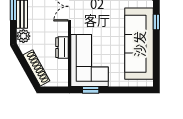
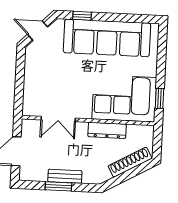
plant: (23, 36) -> (91, 176), removed
dresser: (62, 48) -> (107, 130), width x1.44

